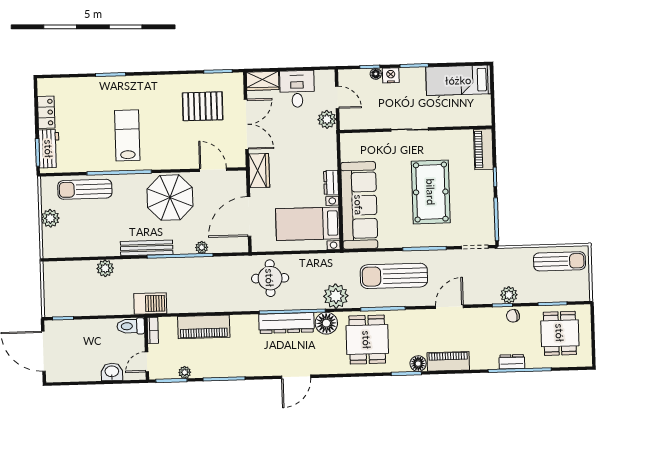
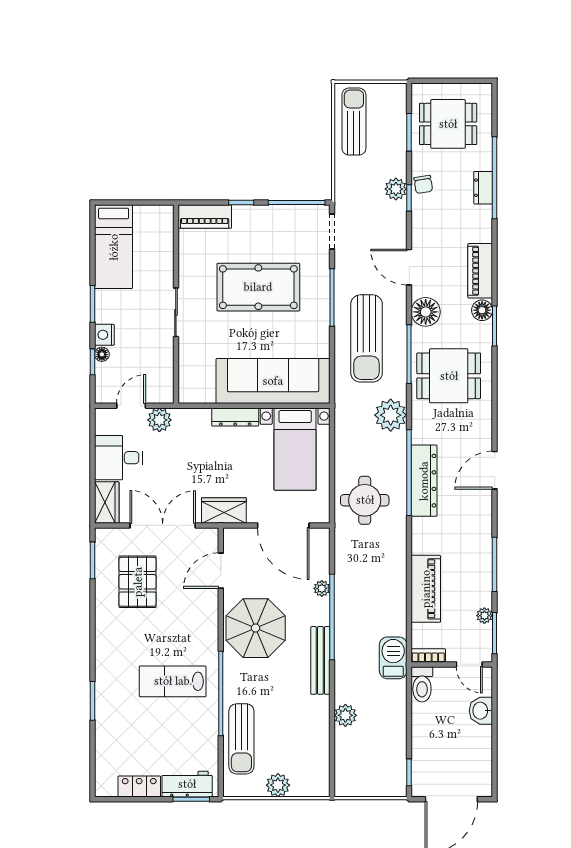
dresser: (331, 183) -> (235, 417), width x1.44
floor lamp: (326, 323) -> (426, 312), moved
door: (296, 377) -> (495, 470), swing flipped

